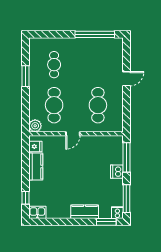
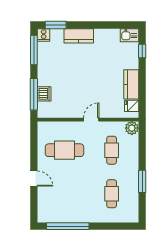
door: (126, 79) -> (34, 179), swing flipped
cafe table: (54, 105) -> (112, 150), width x0.73, depth x0.74
cafe table: (98, 105) -> (64, 150), turned 90
dishwasher: (117, 172) -> (44, 94), moved

